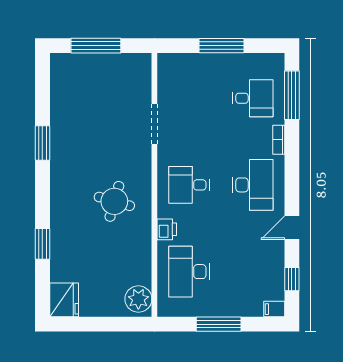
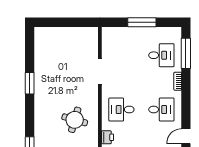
window: (96, 46) -> (63, 22), removed
desk: (253, 185) -> (161, 110), width x0.73

